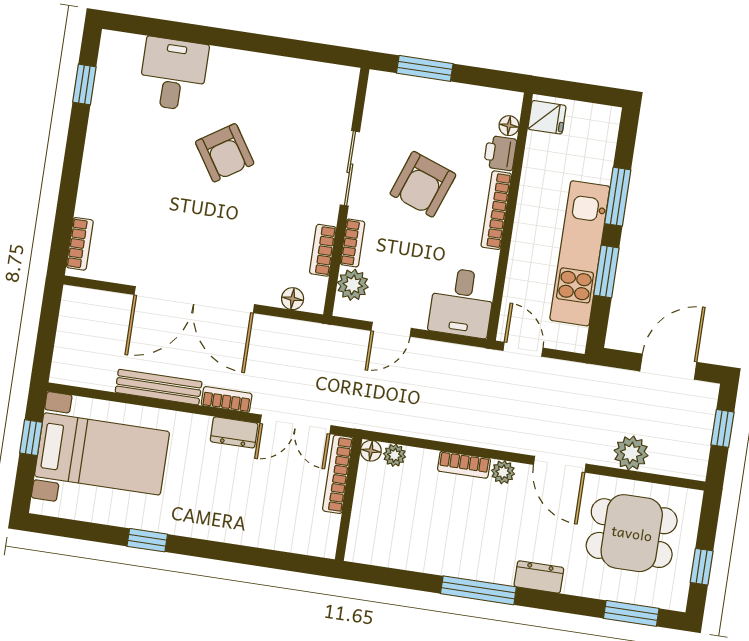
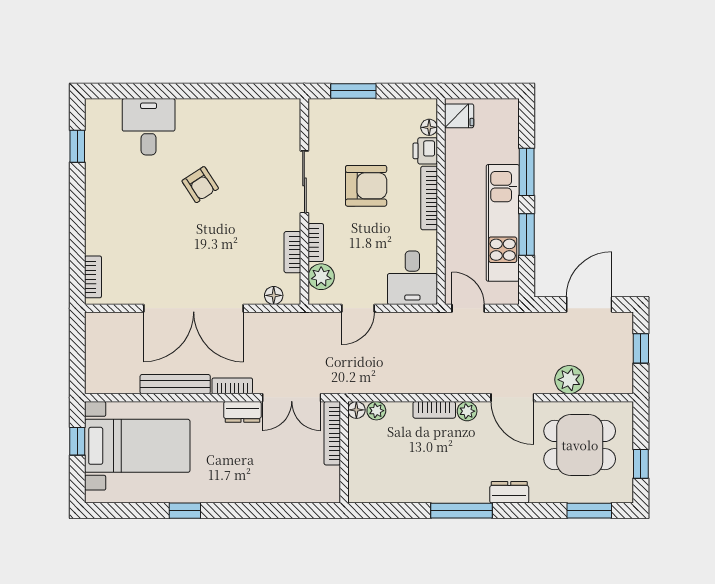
armchair: (225, 153) -> (200, 185), width x0.72, depth x0.72
armchair: (423, 184) -> (366, 186), turned -110

